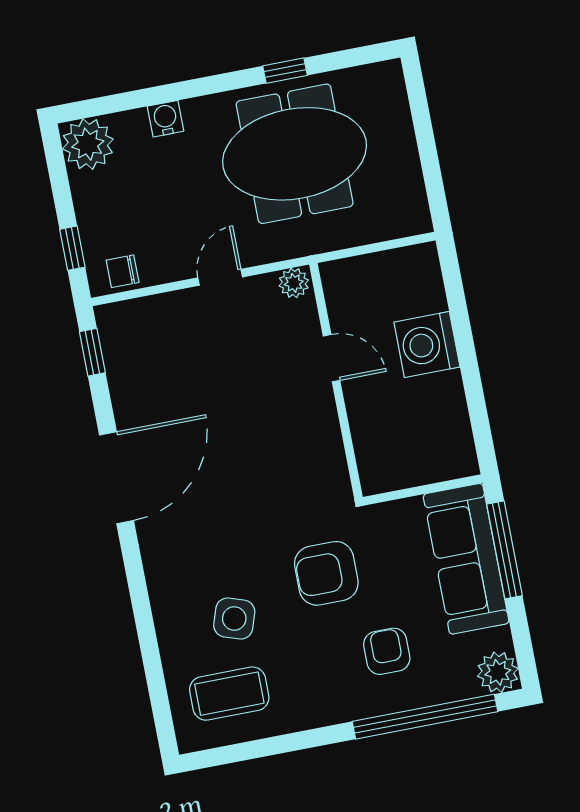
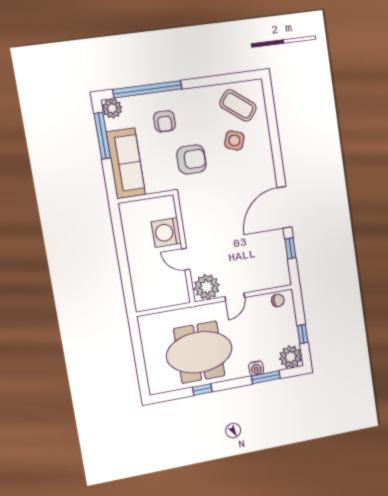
window: (143, 98) -> (266, 377), added
window: (72, 248) -> (303, 334), moved
plant: (294, 283) -> (207, 287), width x1.87, depth x1.87
washing machine: (427, 344) -> (166, 232), moved, turned 180
window: (92, 352) -> (290, 248), moved
window: (504, 550) -> (102, 136), moved
coffee table: (229, 694) -> (238, 106), turned 38

